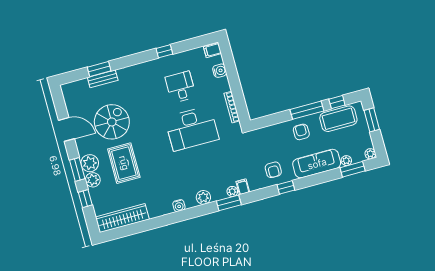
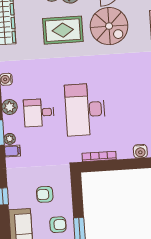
desk: (181, 87) -> (39, 113), moved, turned 180
armchair: (273, 170) -> (45, 194), moved

